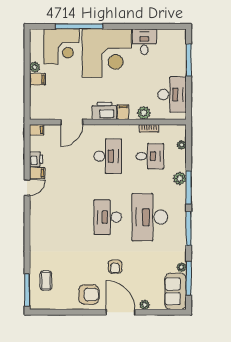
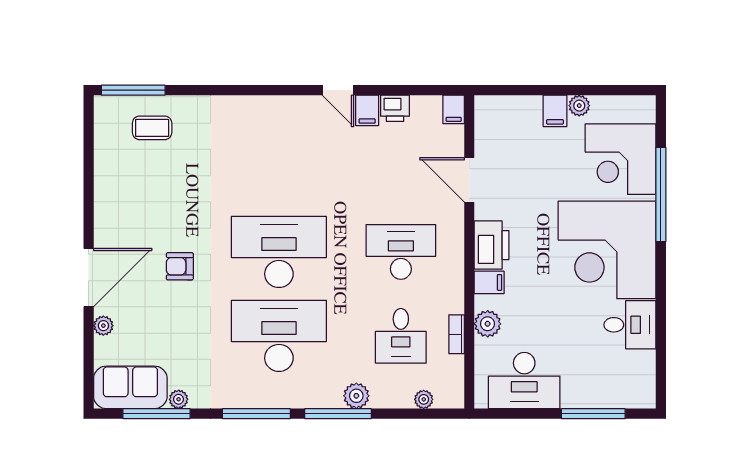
desk: (108, 156) -> (401, 252), turned 180
desk: (108, 217) -> (279, 252), width x1.36, depth x1.30
armchair: (89, 294) -> (124, 214), removed

